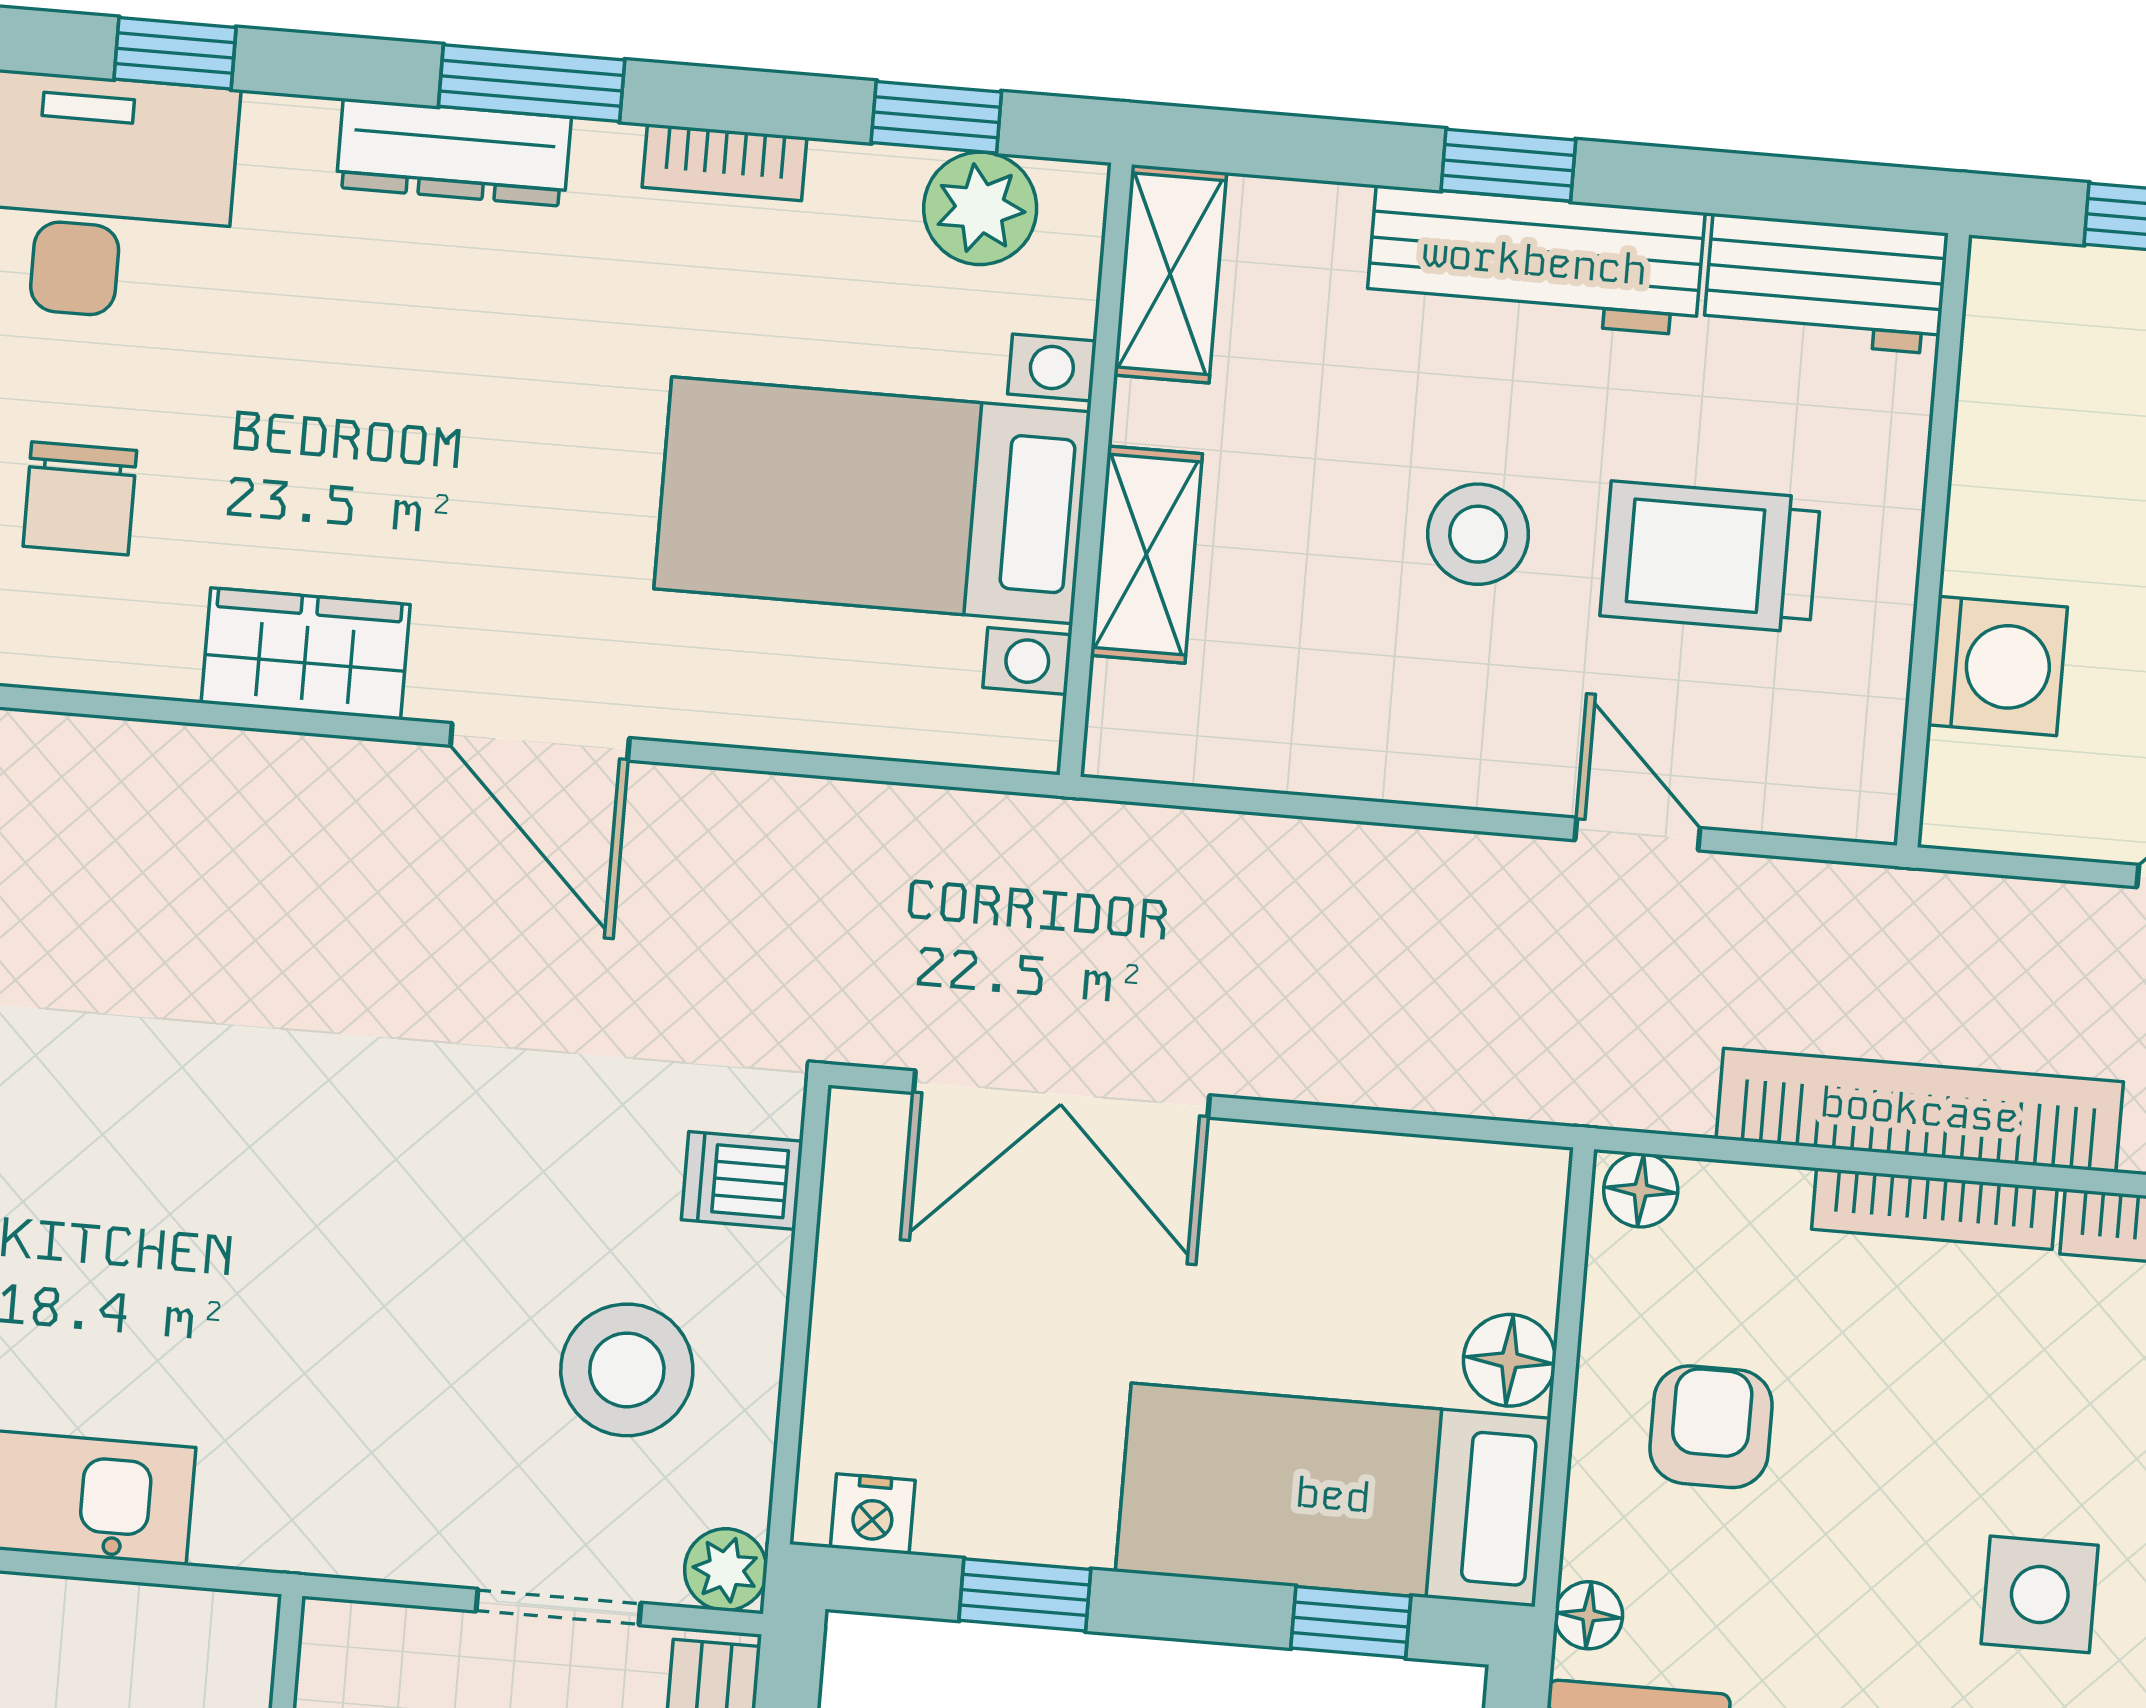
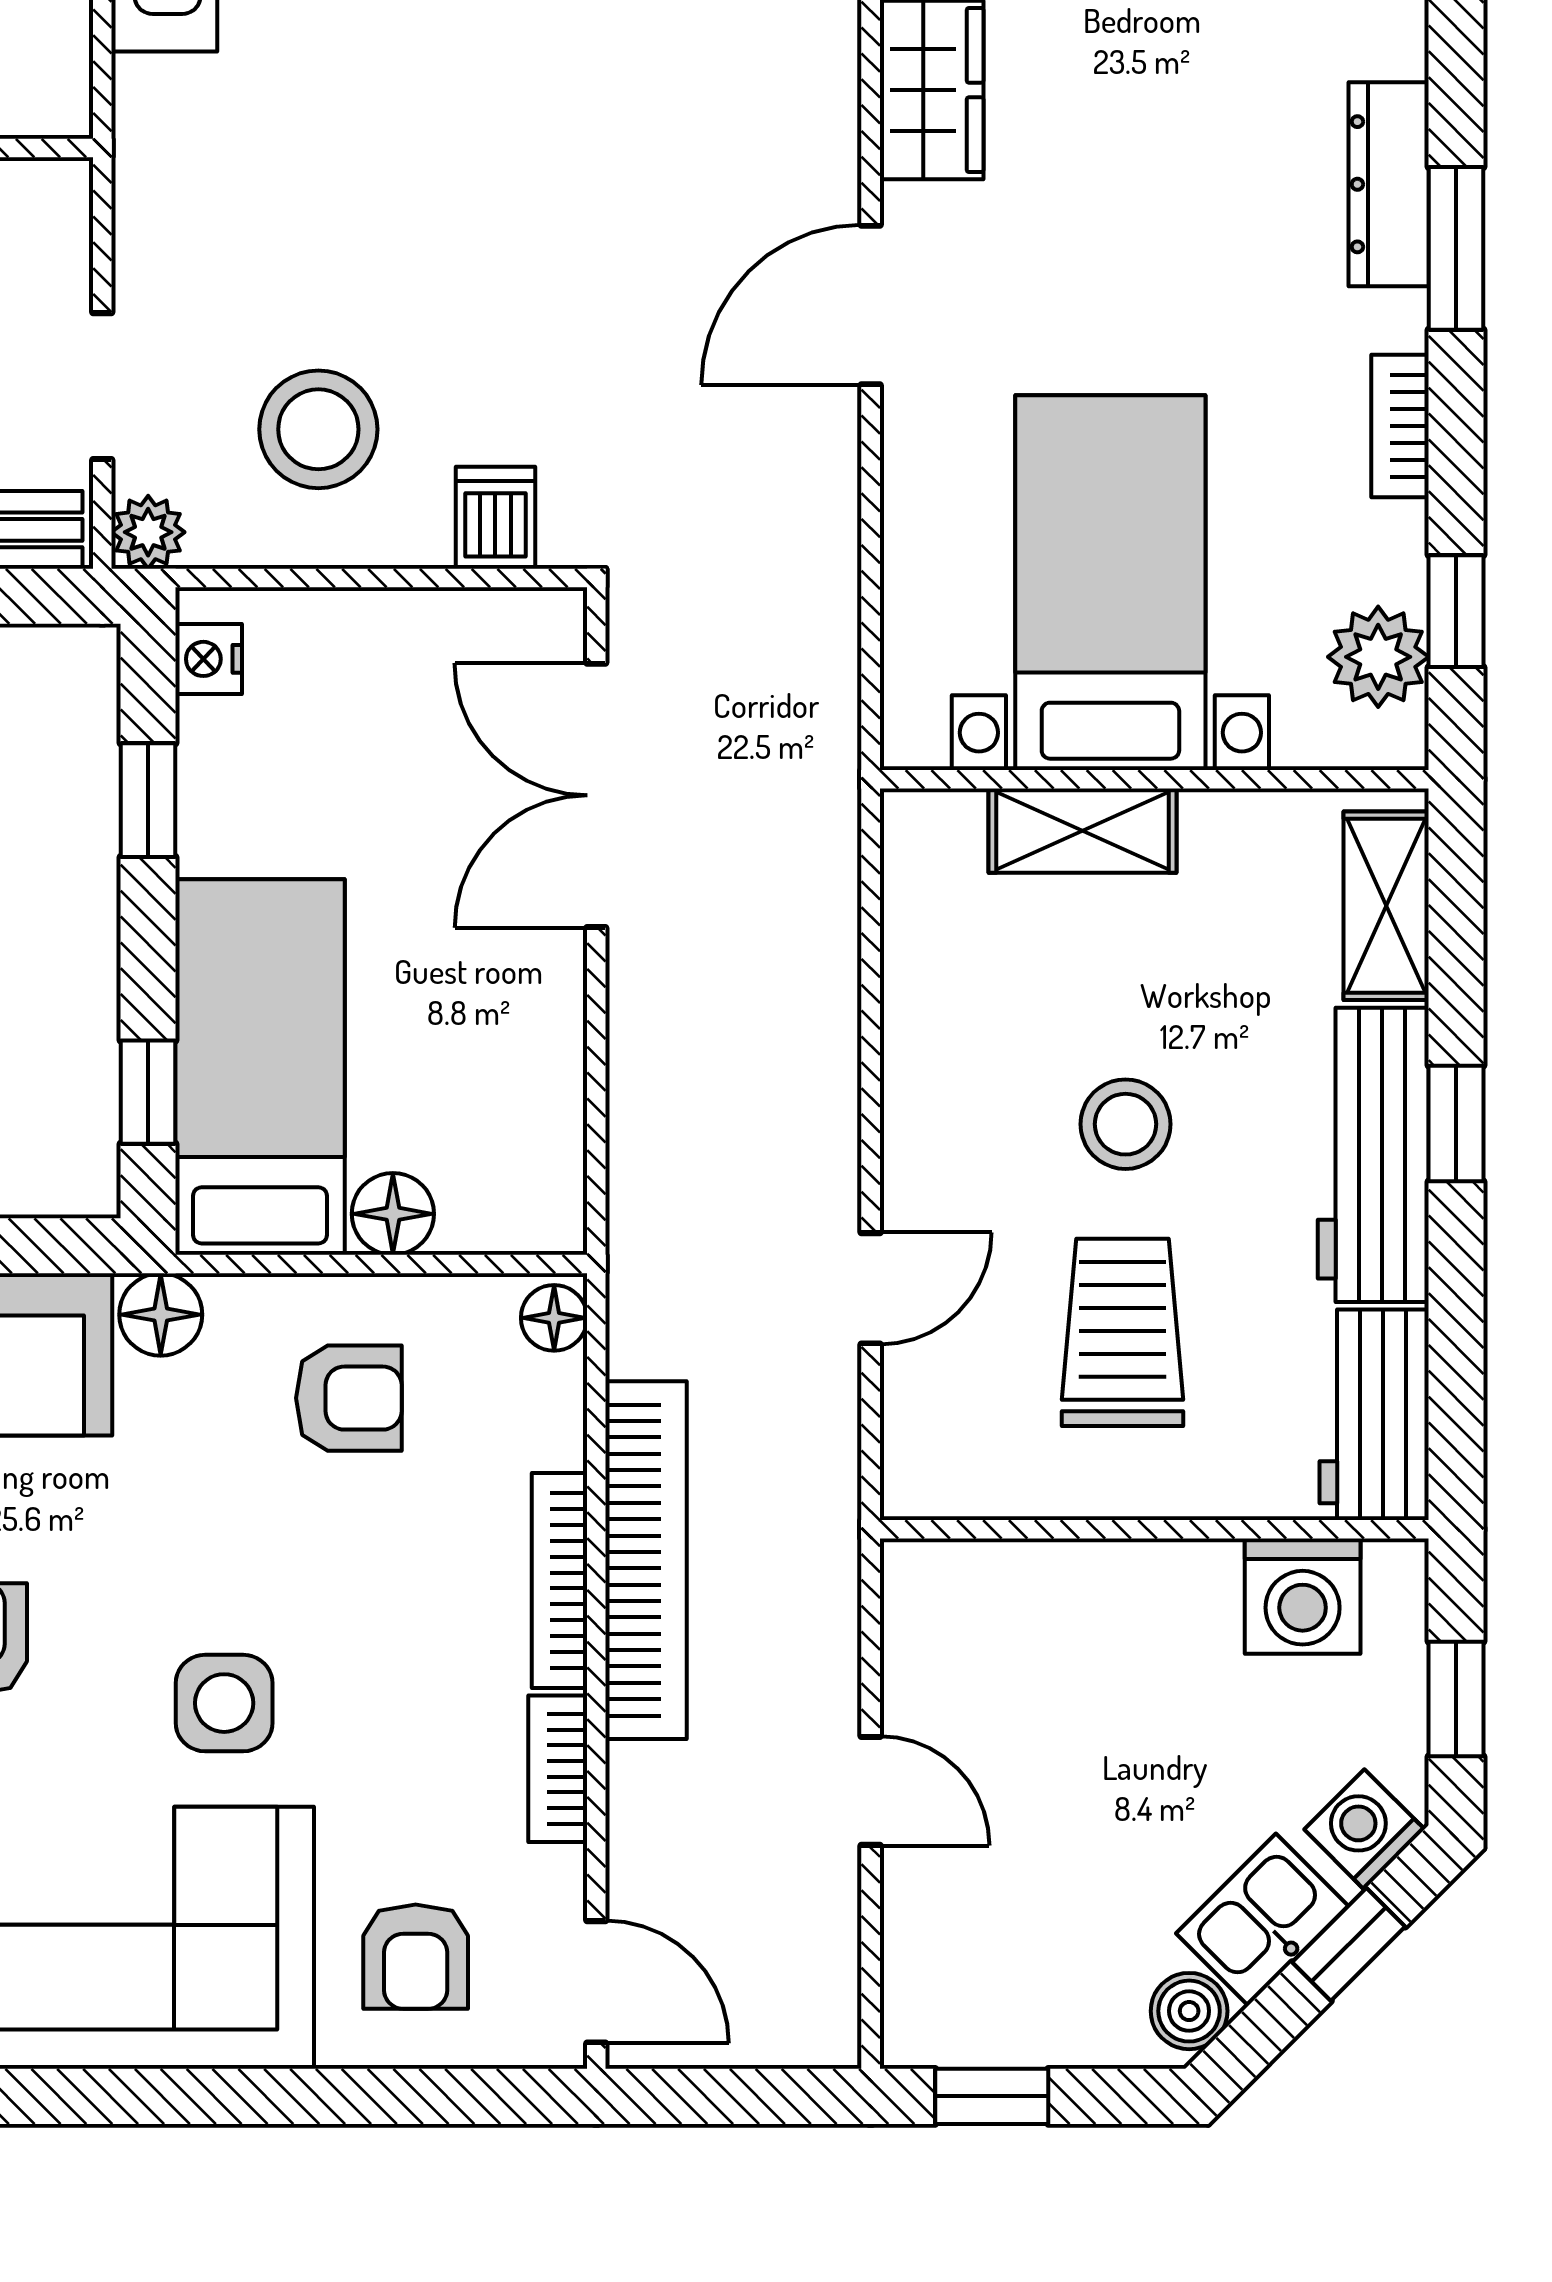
shelving: (1170, 274) -> (1386, 906), moved, turned 90
washing machine: (1997, 666) -> (1303, 1596), moved
floor lamp: (1589, 1615) -> (161, 1315), width x1.37, depth x1.37

